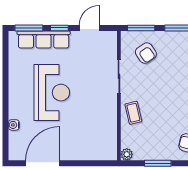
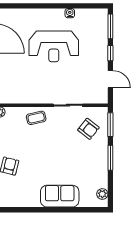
row of seats: (44, 40) -> (100, 39), removed
armchair: (146, 53) -> (88, 129), turned -108
water cooler: (14, 125) -> (70, 13), moved

